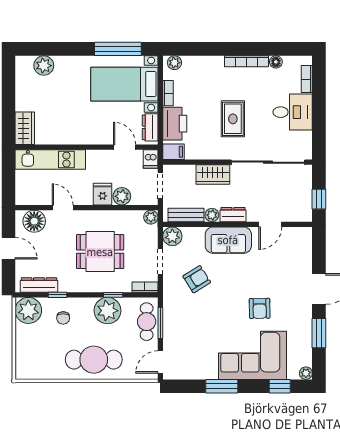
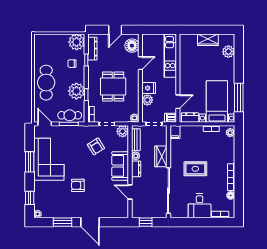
printer: (175, 124) -> (192, 133), removed
wardrobe: (25, 128) -> (208, 40), moved
corner sofa: (252, 355) -> (49, 159), moved

